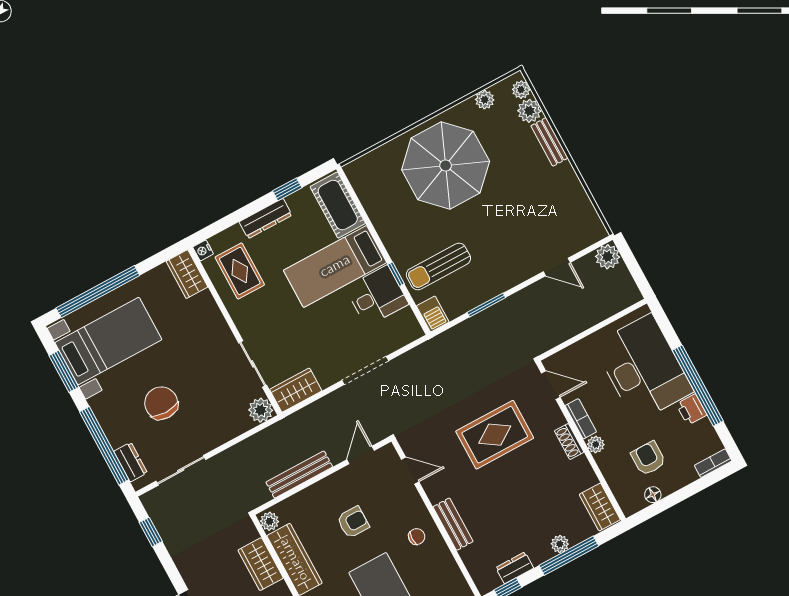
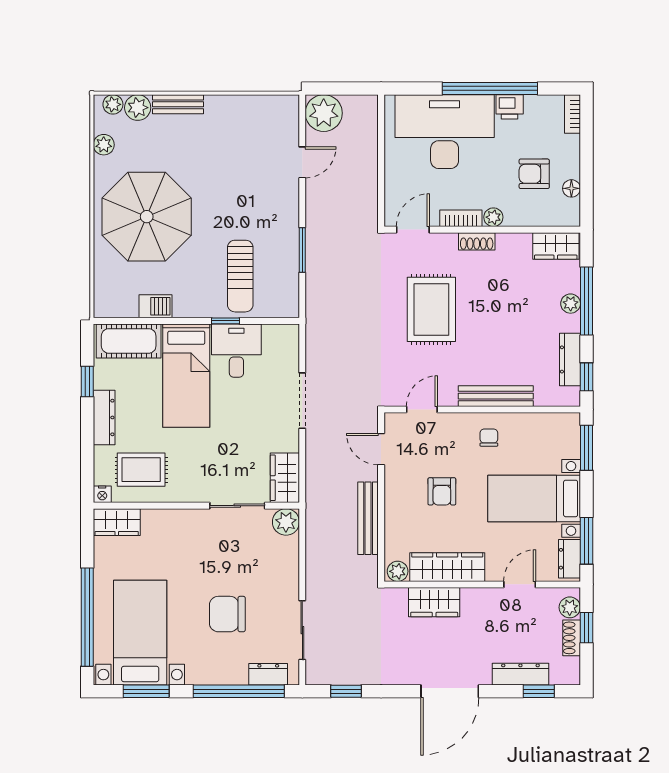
plant: (608, 257) -> (324, 113), width x1.36, depth x1.36
barbecue: (433, 314) -> (155, 306), moved
armchair: (353, 522) -> (442, 491), turned 180
bench: (453, 524) -> (496, 396), width x1.36
dresser: (515, 568) -> (570, 359), width x1.44

